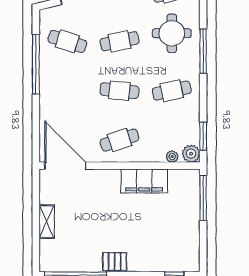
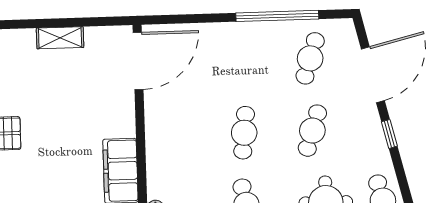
cafe table: (120, 41) -> (312, 131), turned 30
cafe table: (120, 140) -> (176, 135), removed

